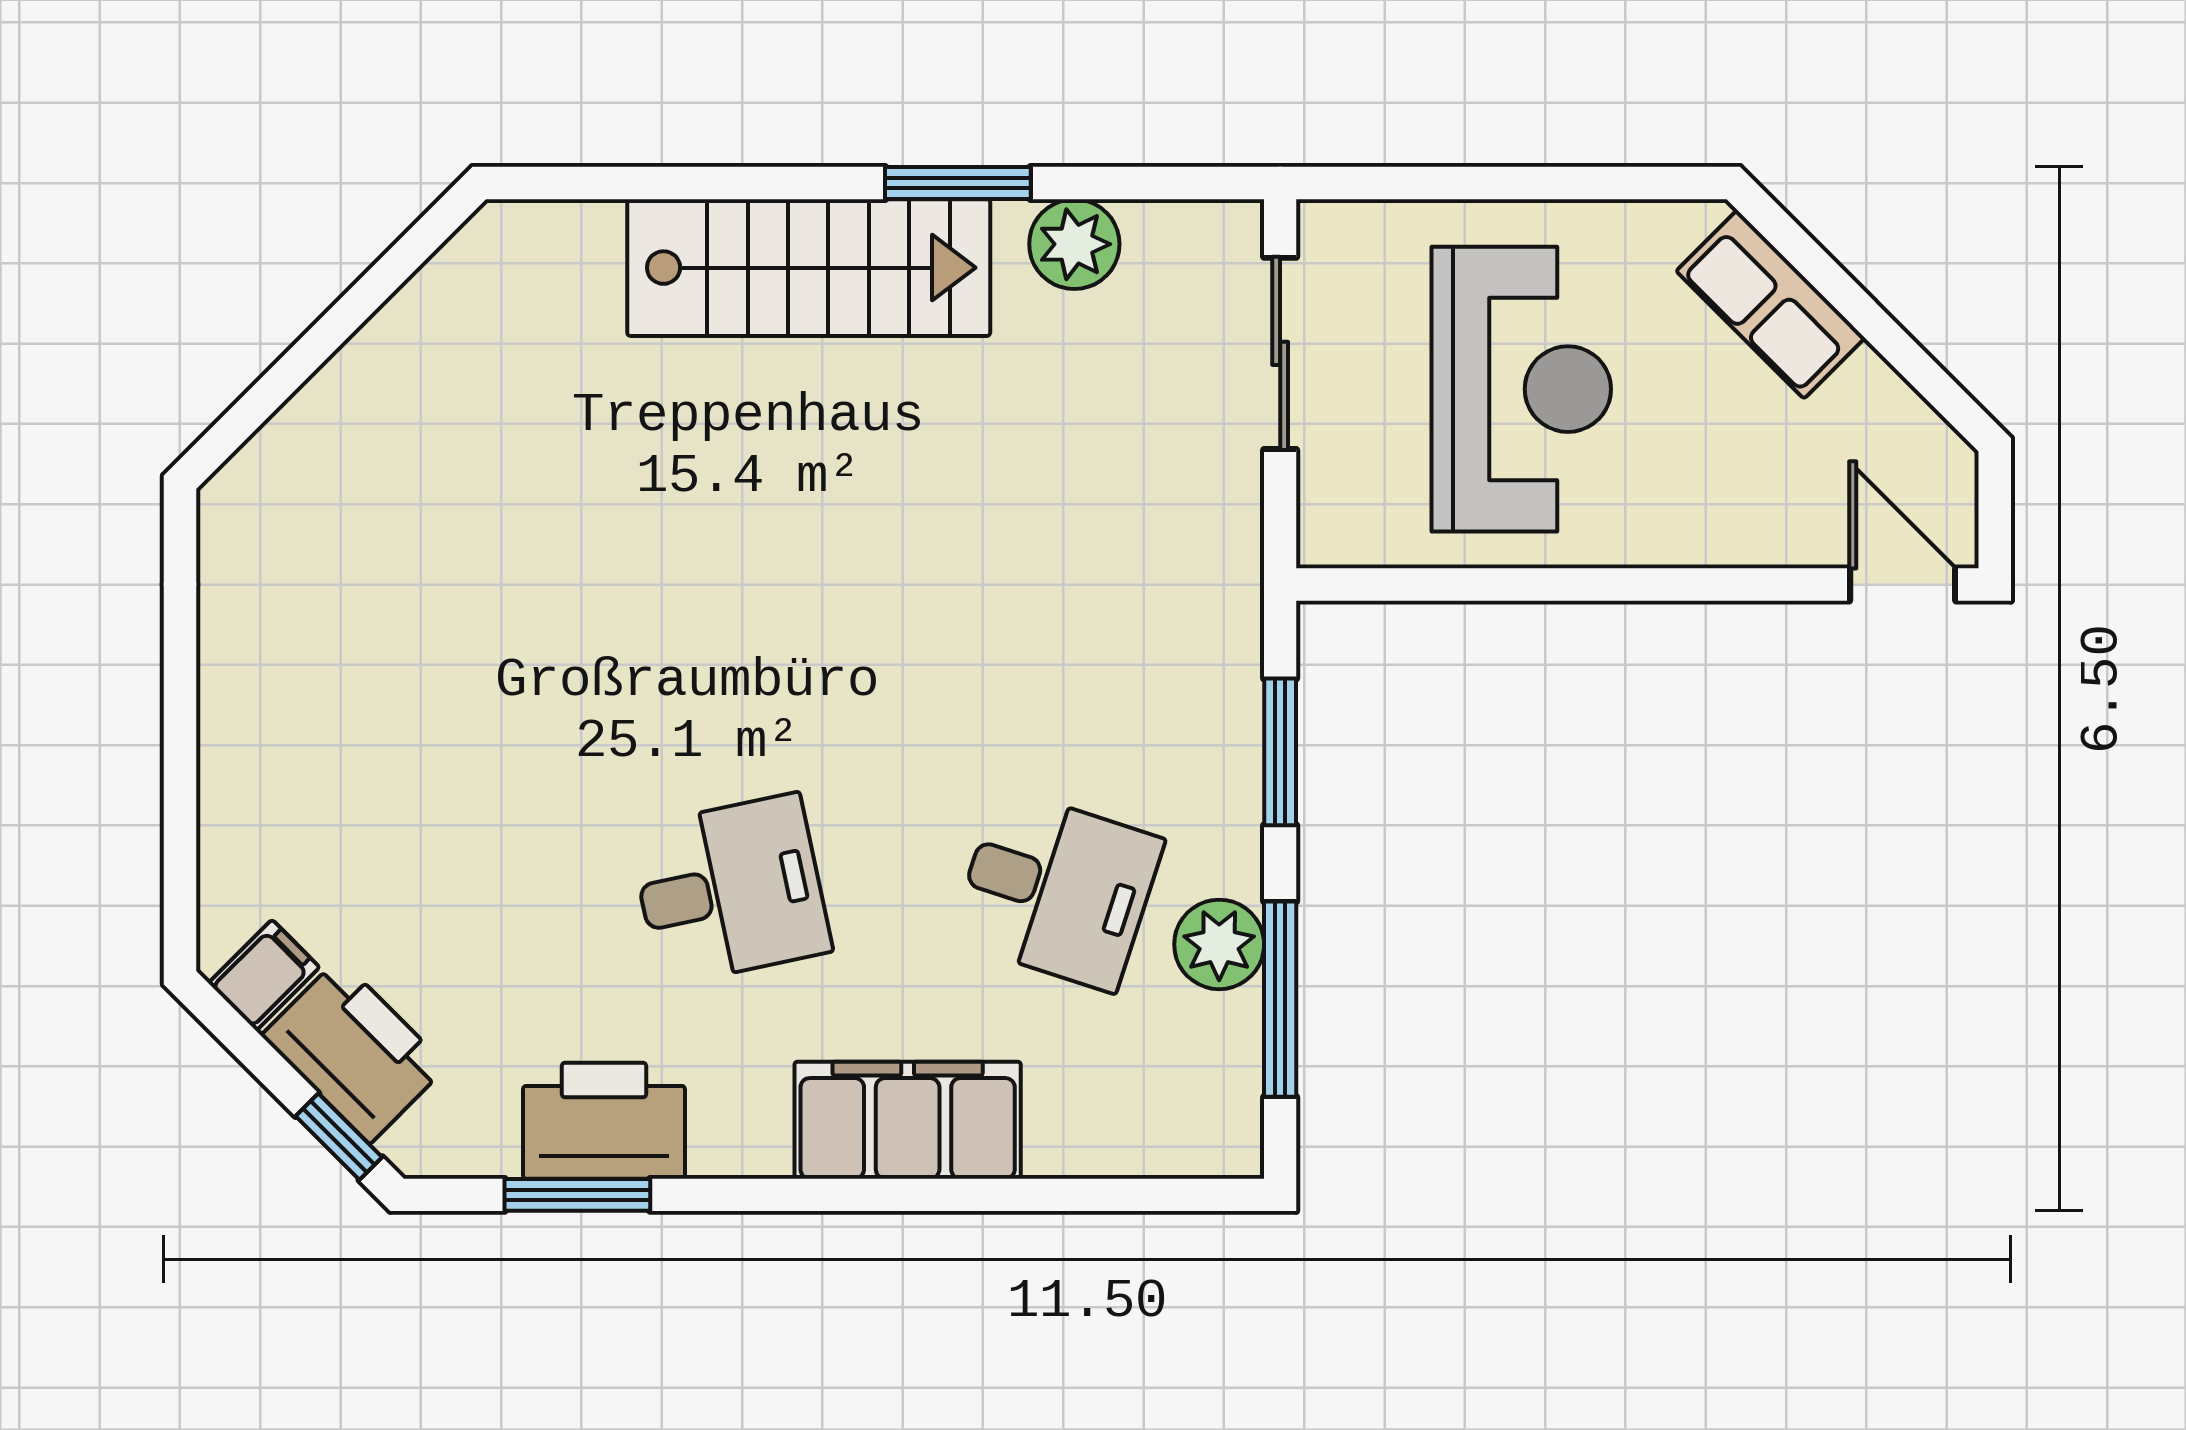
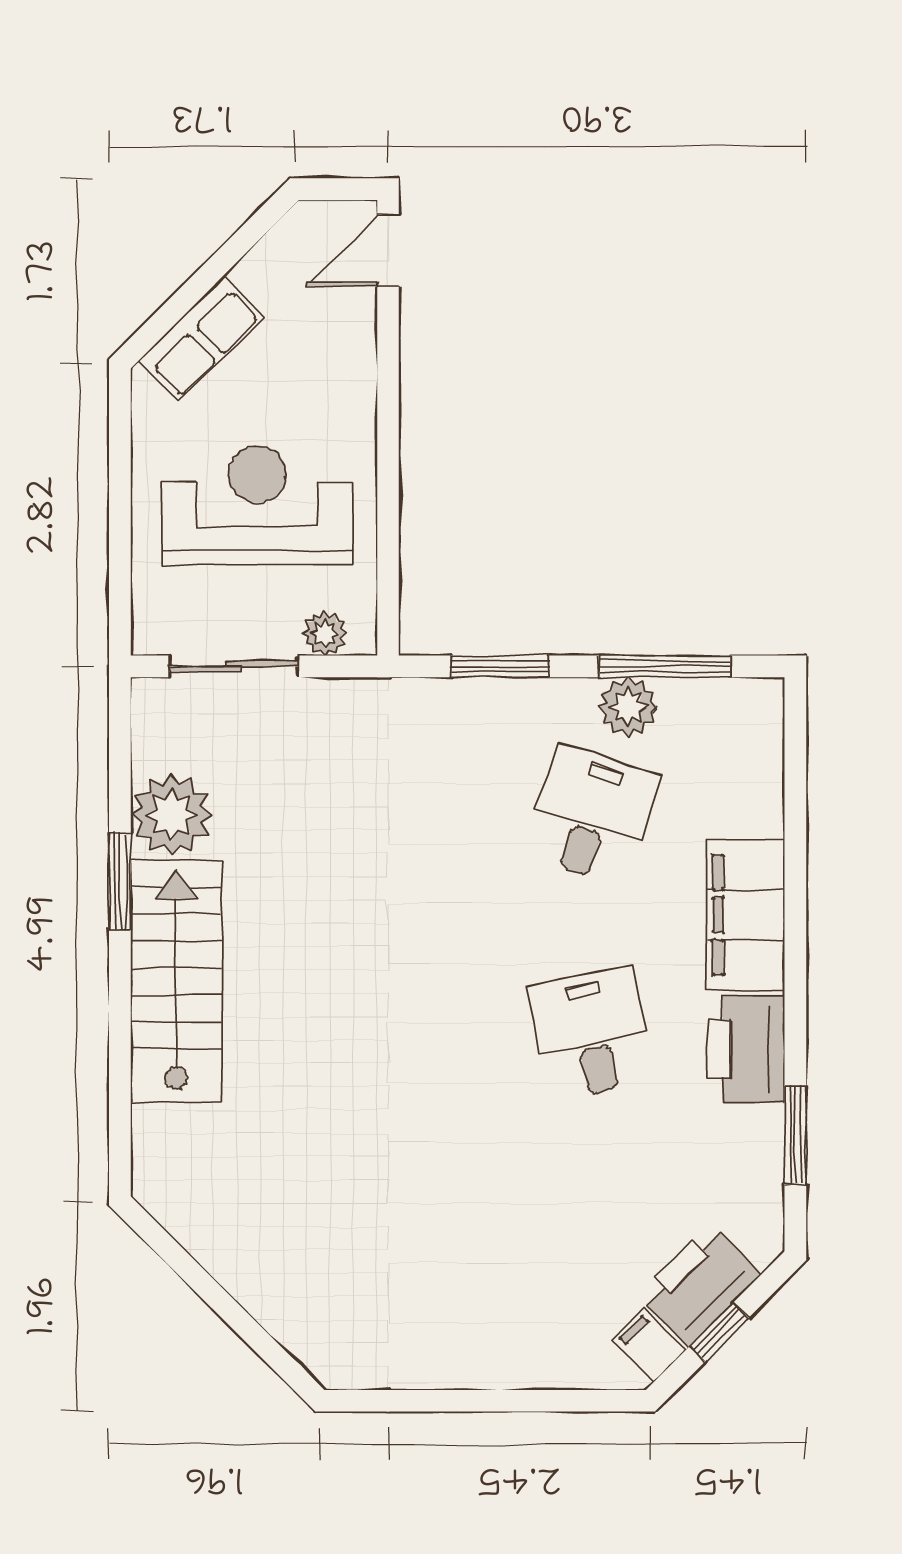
plant: (1074, 244) -> (172, 815), width x1.36, depth x1.36
plant: (1329, 489) -> (325, 633), added
printer: (604, 1121) -> (746, 1049), moved
window: (339, 1137) -> (719, 1332), moved

